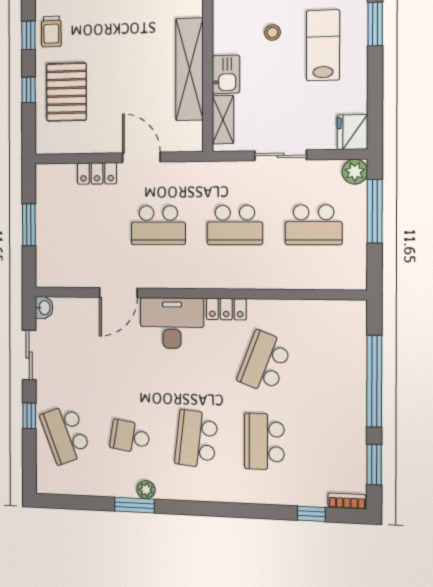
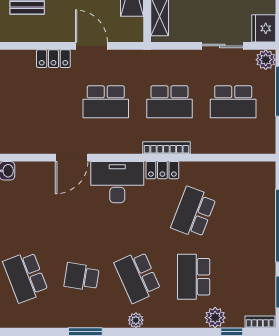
sliding door: (280, 155) -> (222, 46), moved
bookcase: (231, 282) -> (166, 148), added
school desk: (196, 439) -> (138, 277), turned -30
plant: (146, 490) -> (136, 320), moved
plant: (291, 493) -> (215, 318), added

